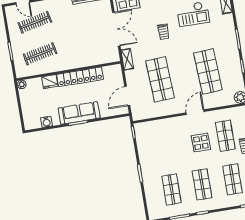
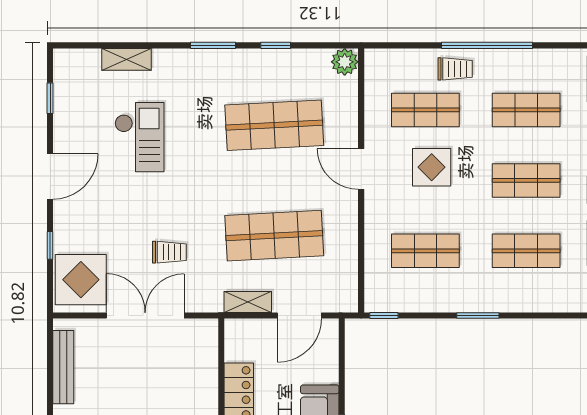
trolley: (163, 32) -> (169, 252), moved
shelving: (127, 59) -> (248, 302), moved
door: (127, 96) -> (299, 315), hinge flipped
shop shelf: (164, 146) -> (425, 251), added

